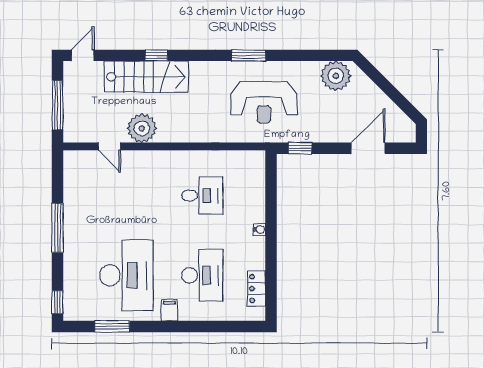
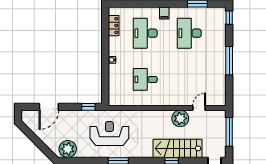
door: (109, 146) -> (199, 108), hinge flipped
desk: (126, 275) -> (189, 33), width x0.73, depth x0.77

